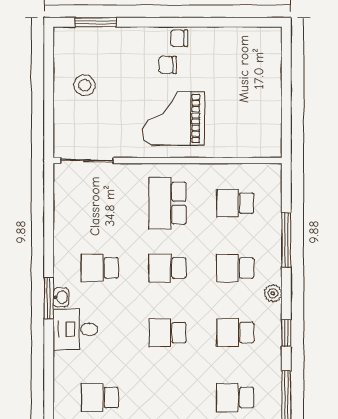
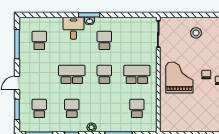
school desk: (235, 268) -> (104, 108), removed
school desk: (168, 333) -> (72, 74), width x1.85

